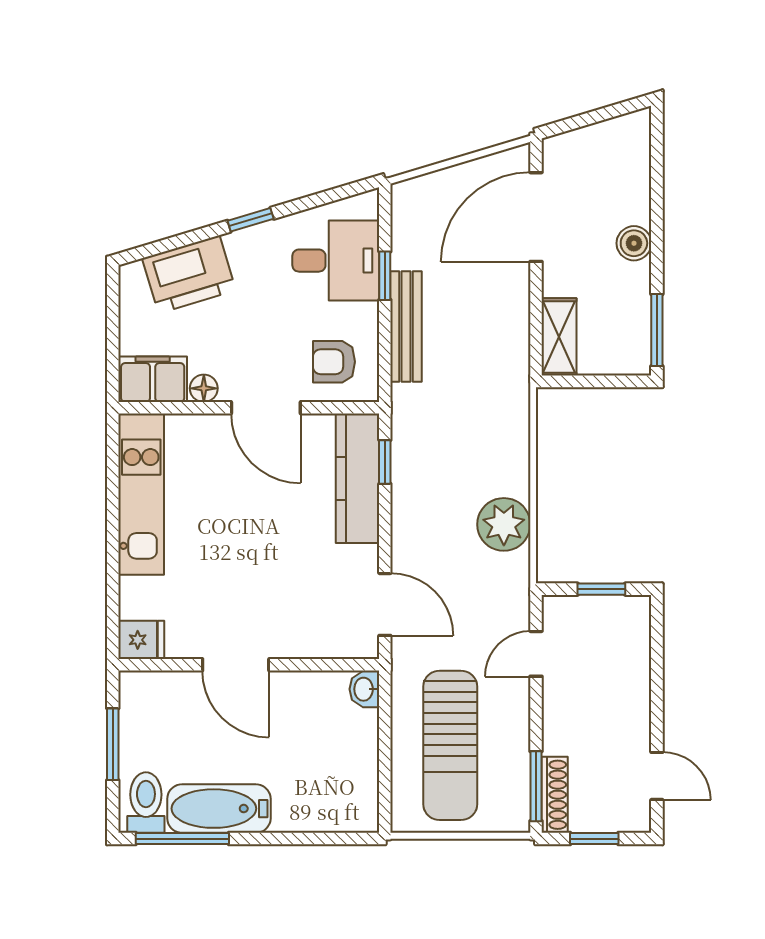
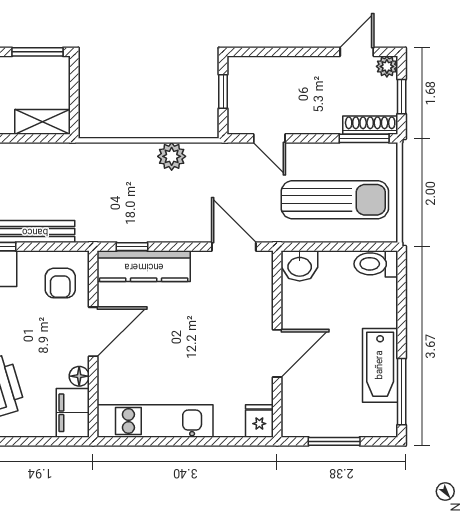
plant: (504, 524) -> (172, 156), width x0.73, depth x0.73
door: (385, 604) -> (234, 247), hinge flipped
washbasin: (364, 689) -> (300, 266), width x1.38, depth x1.45
toilet: (146, 803) -> (376, 264), moved
plant: (636, 818) -> (387, 66), added

